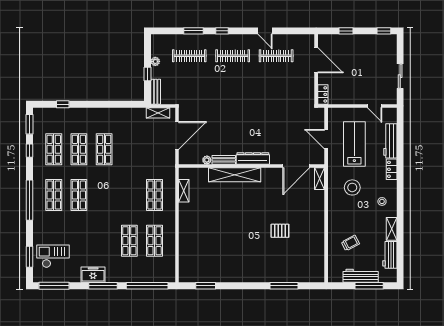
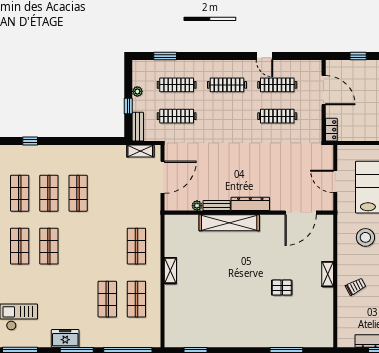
window: (193, 31) -> (165, 56), moved
window: (222, 31) -> (215, 56), removed
clothes rail: (189, 83) -> (177, 116), added
clothes rail: (276, 83) -> (277, 116), added
shelving: (320, 179) -> (328, 274), moved
shelving: (184, 191) -> (170, 271), moved
trolley: (350, 243) -> (356, 287), moved

